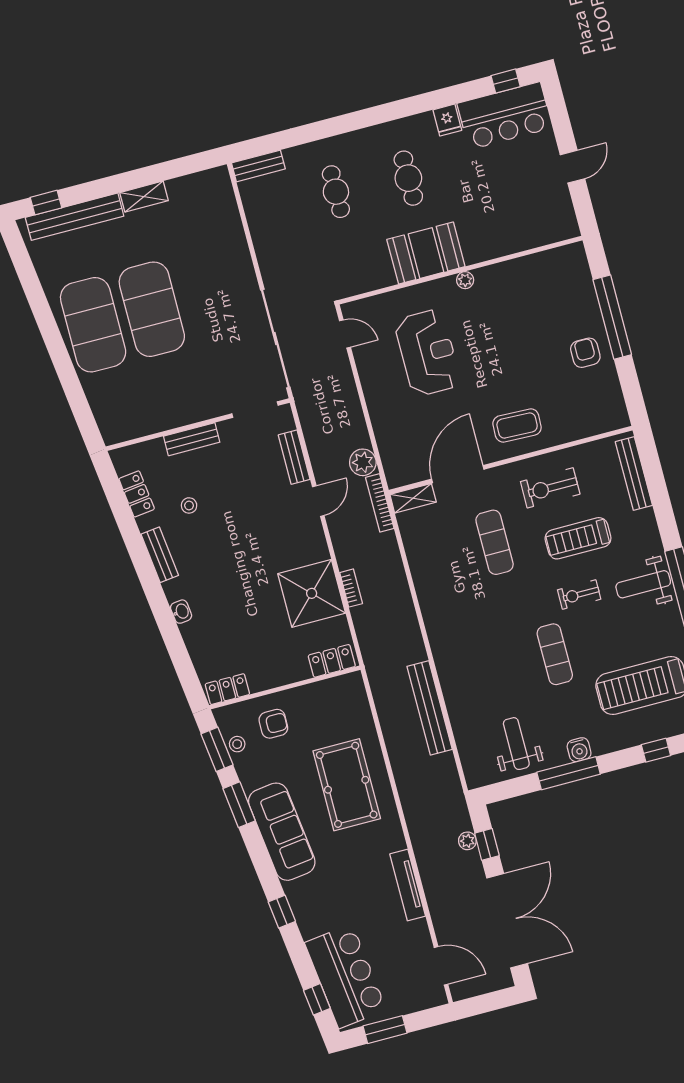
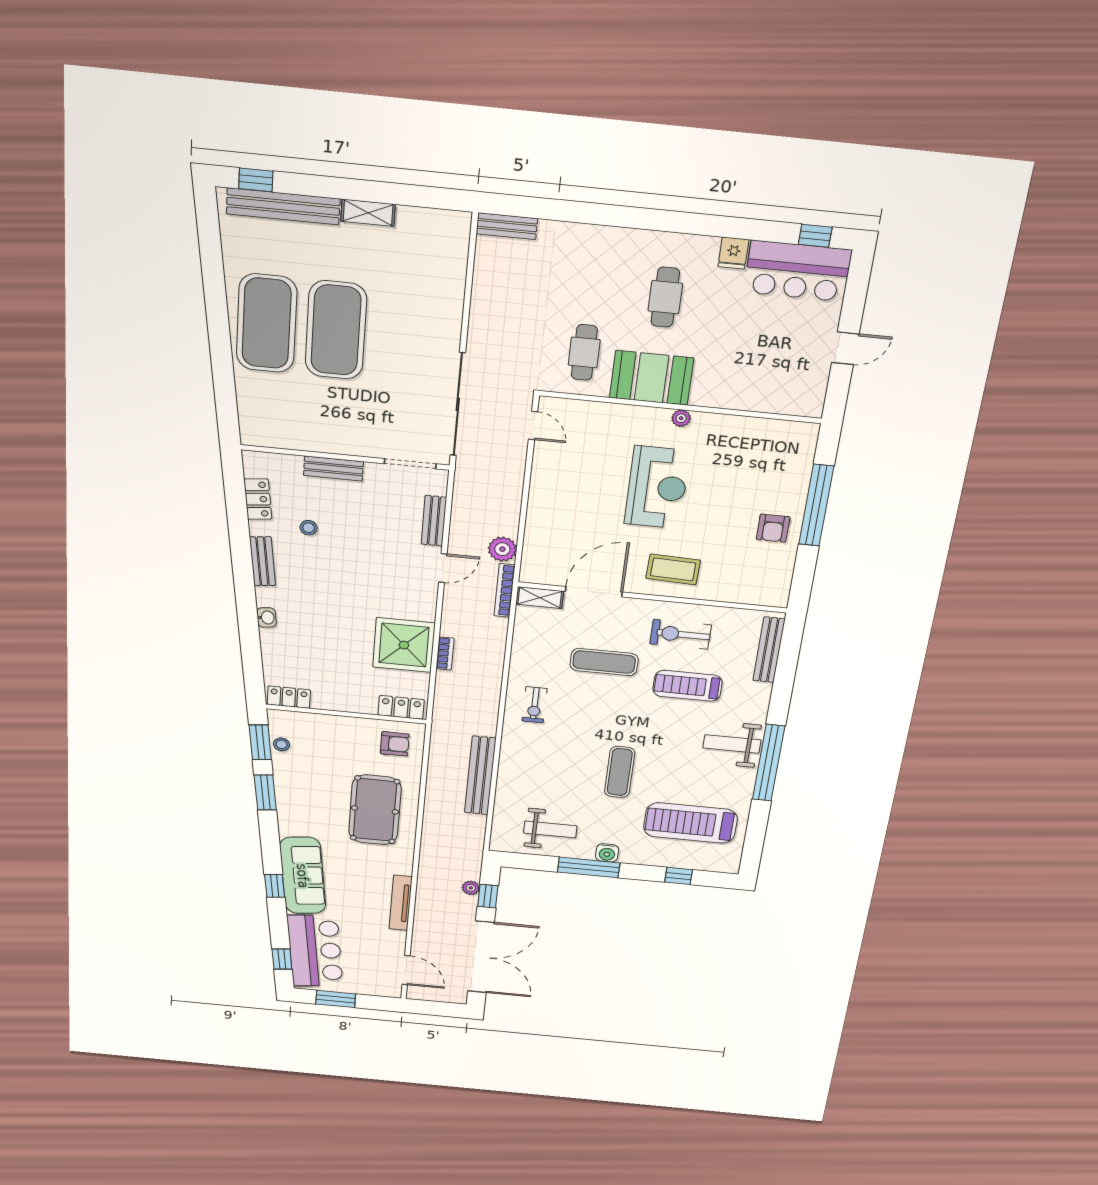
cafe table: (336, 192) -> (584, 352), moved
reception desk: (428, 353) -> (657, 487), moved
armchair: (585, 353) -> (773, 528), turned 180
exercise mat: (495, 542) -> (604, 662), turned 90
exercise bike: (579, 594) -> (535, 705), moved, turned -90
armchair: (273, 724) -> (395, 744), moved
weight bench: (516, 744) -> (550, 829), turned 90
sofa: (282, 832) -> (303, 876), moved

